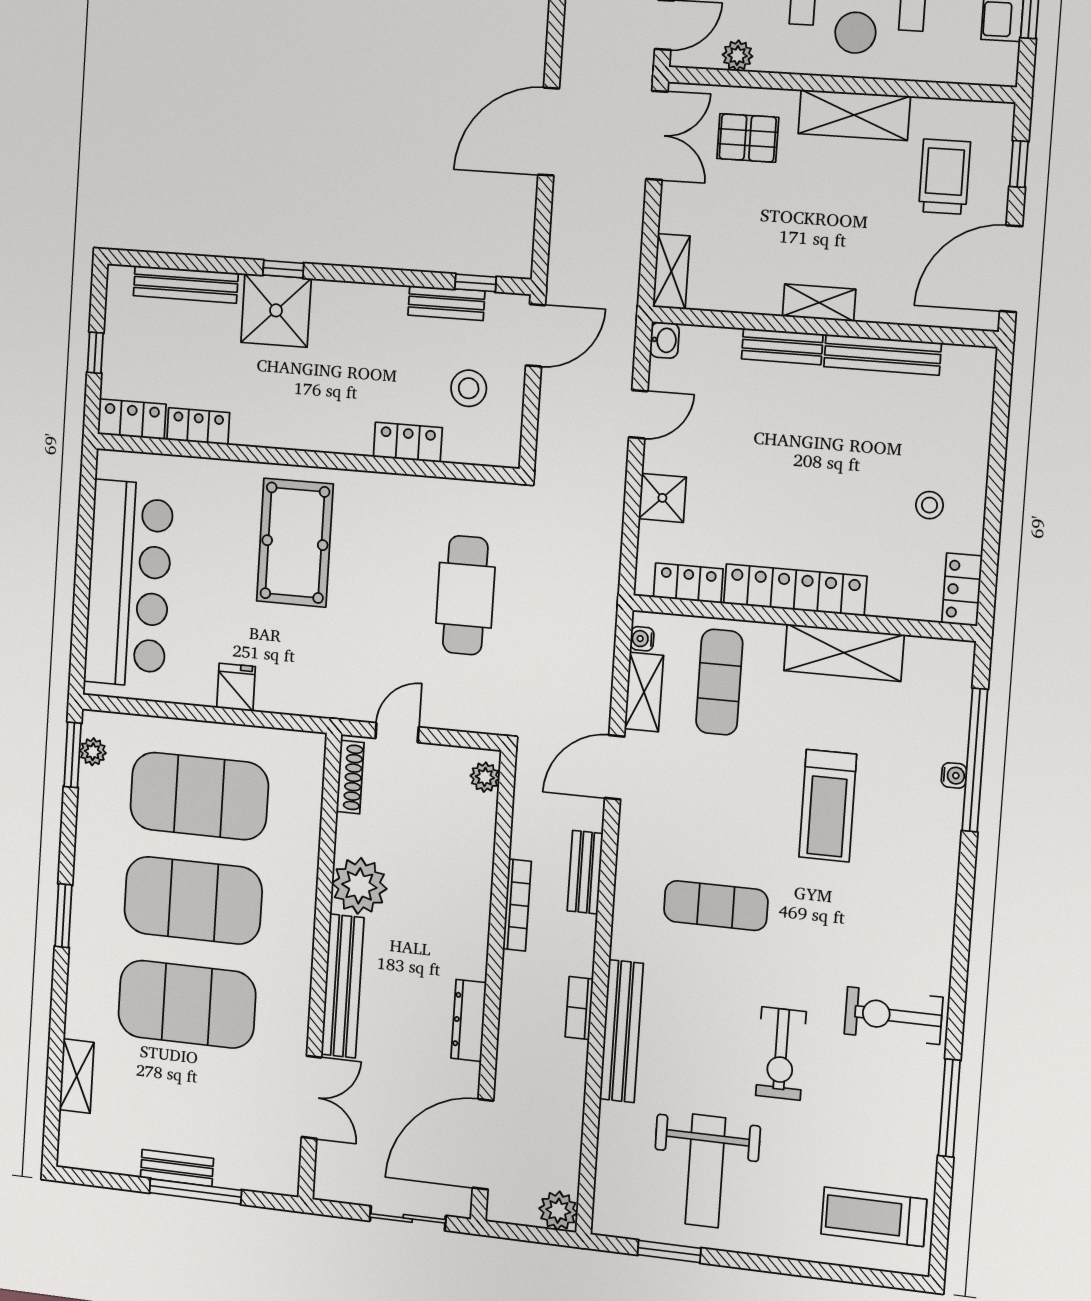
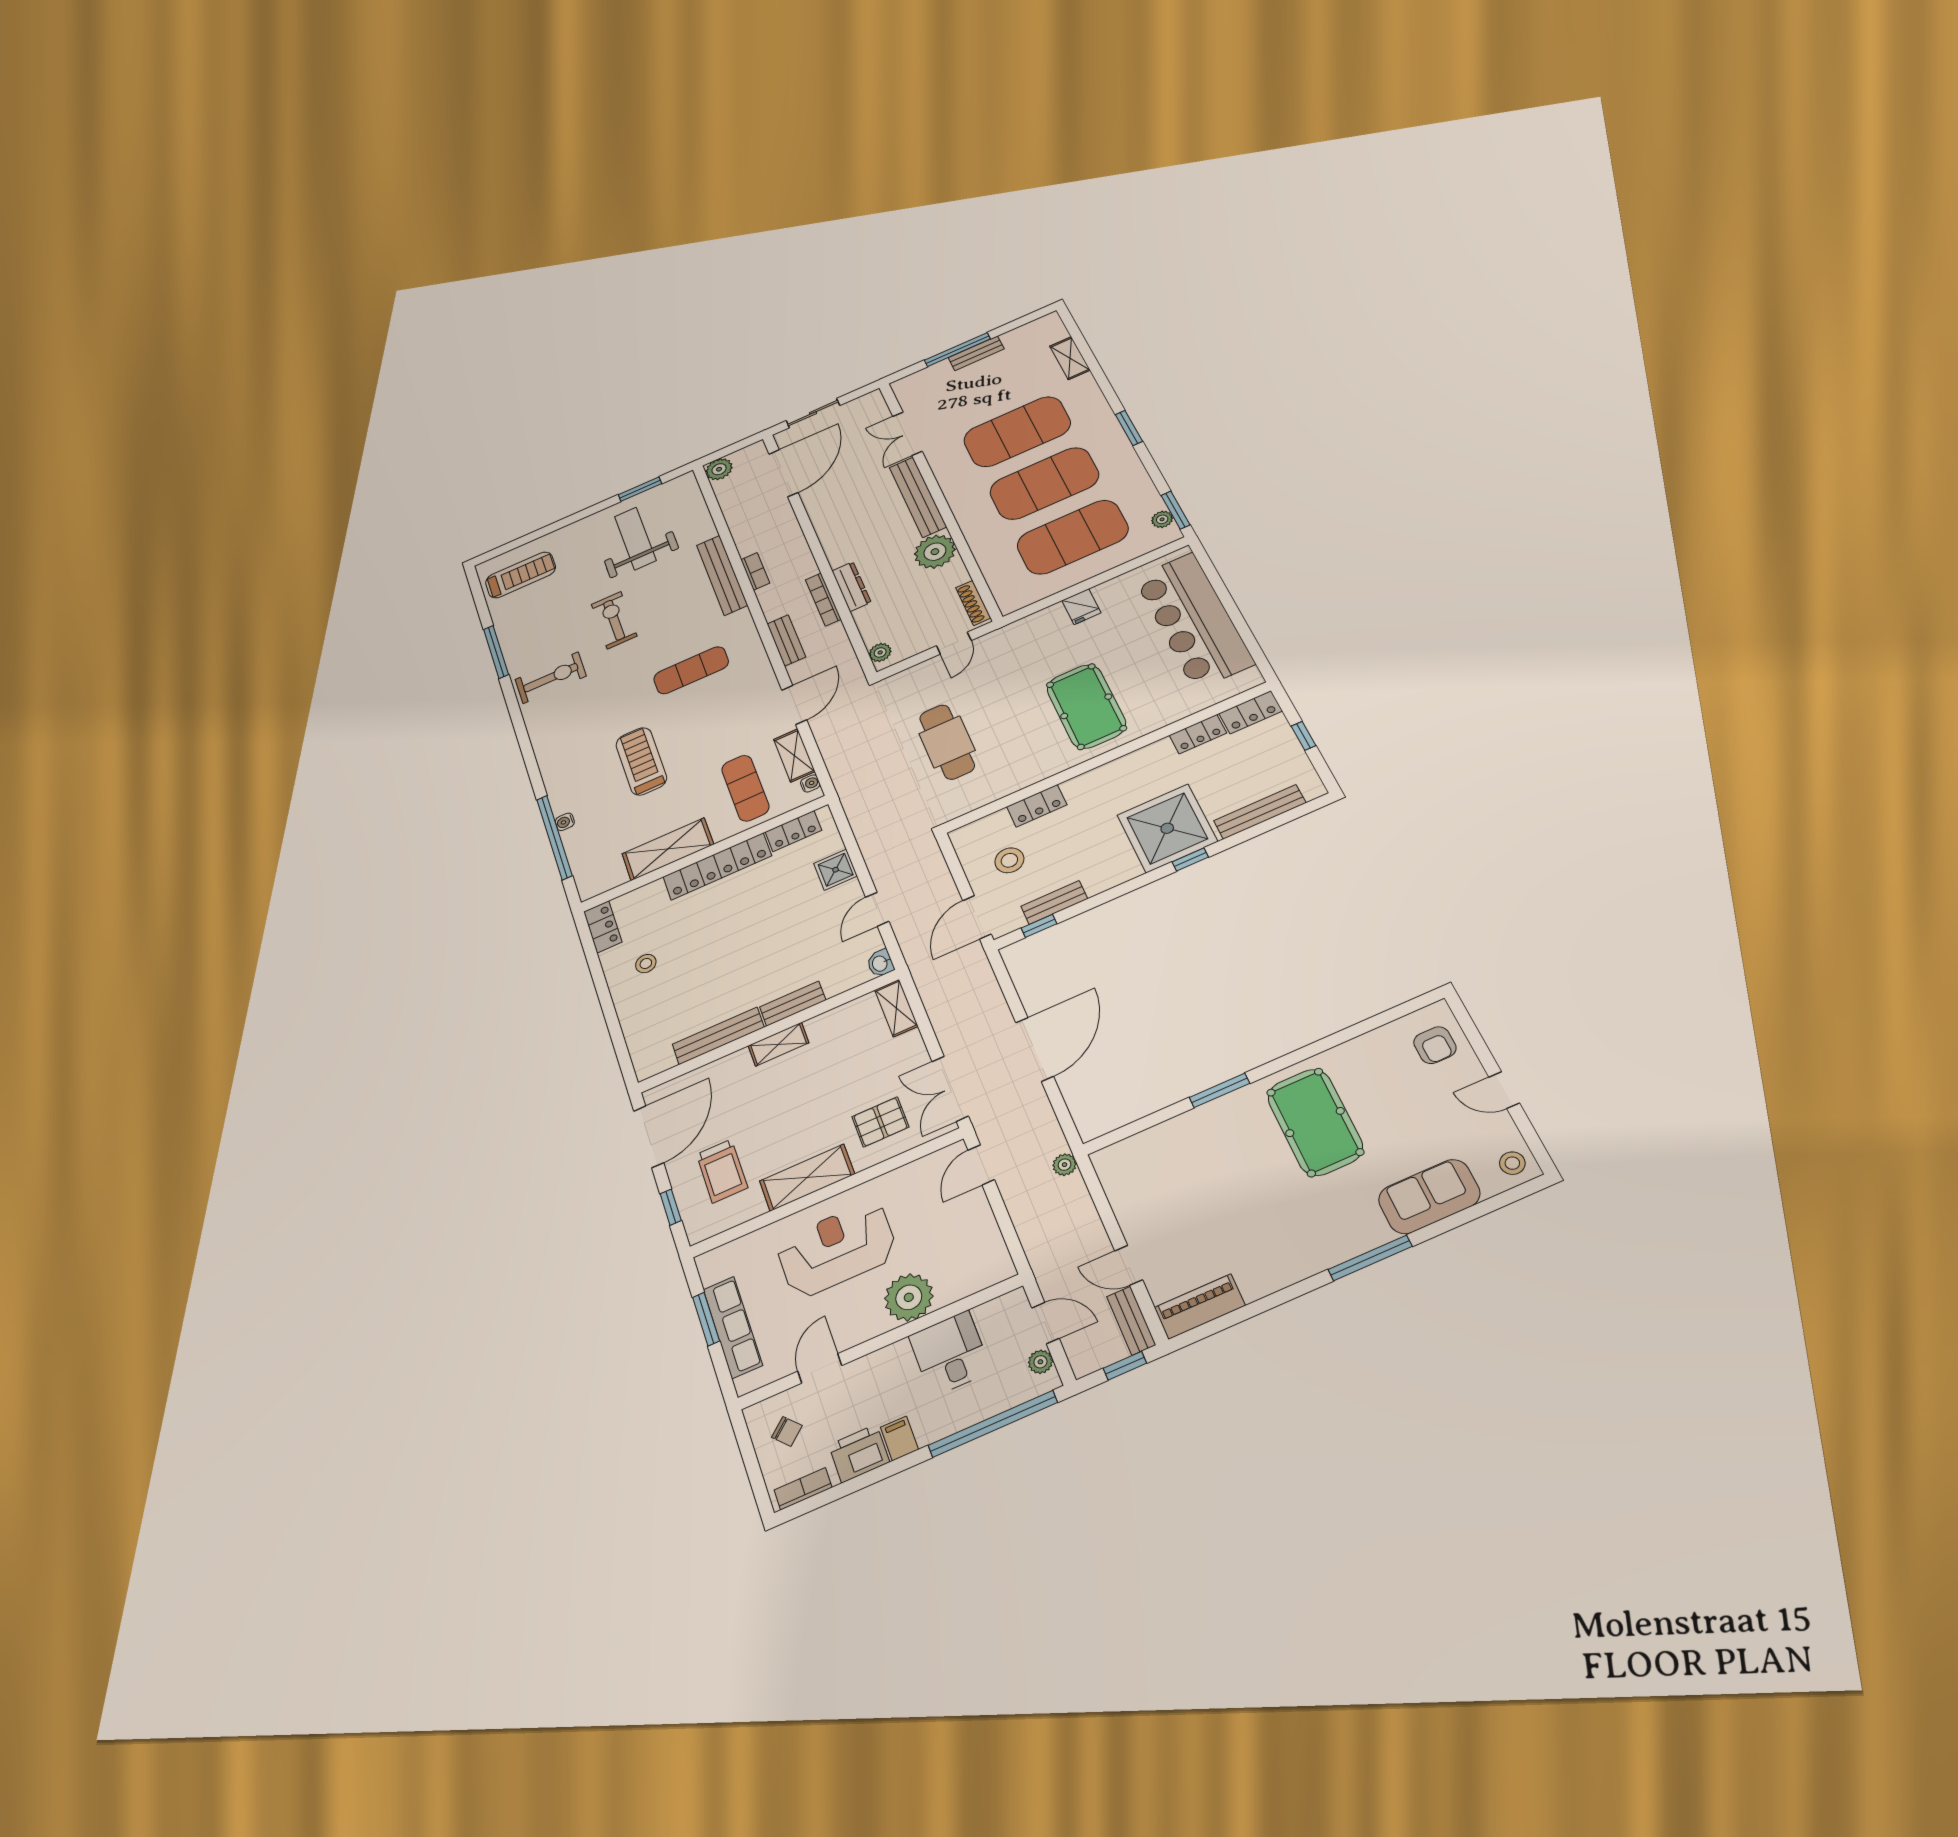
plant: (737, 55) -> (914, 1173), removed
shower: (276, 310) -> (1167, 828), width x1.37, depth x1.37
dresser: (469, 1020) -> (851, 587), moved

